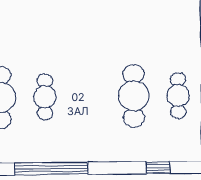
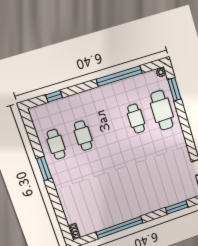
cafe table: (134, 96) -> (83, 136), width x0.73, depth x0.74

